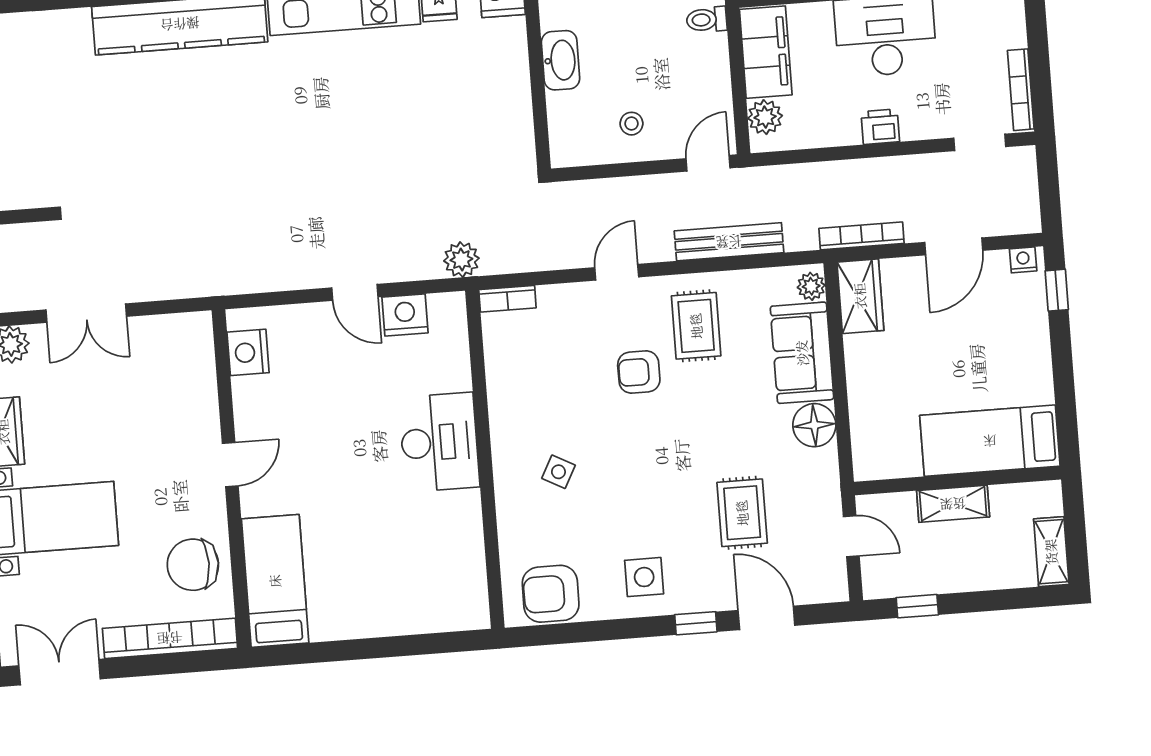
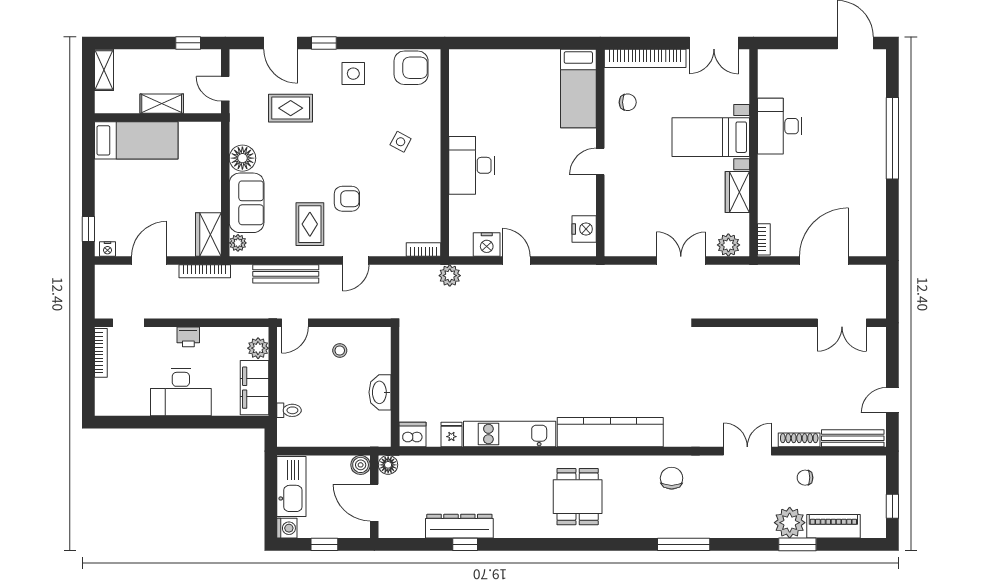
rug: (742, 513) -> (291, 108), turned 90
chair: (193, 565) -> (628, 102), width x0.54, depth x0.54

